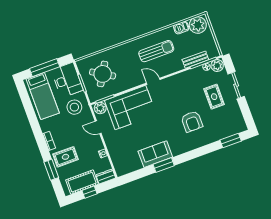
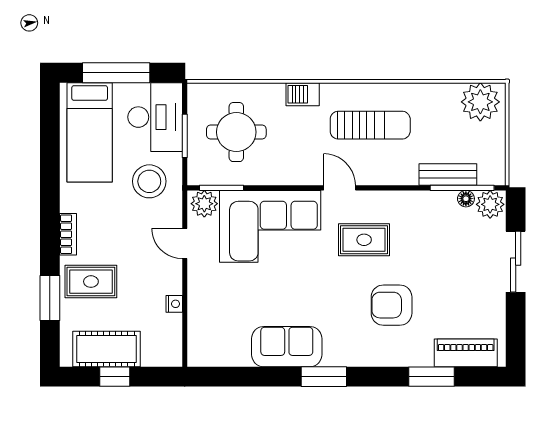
barbecue: (181, 28) -> (303, 94), moved
round table: (103, 74) -> (236, 132), turned -31
rug: (214, 97) -> (364, 240), moved, turned 90
armchair: (192, 121) -> (392, 305), turned 90
piano: (229, 130) -> (466, 353), added
window: (231, 140) -> (431, 377), moved
window: (164, 165) -> (324, 377), moved
dresser: (106, 176) -> (162, 356), removed

